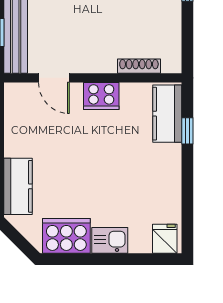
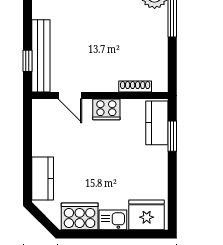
window: (187, 131) -> (172, 136), width x1.50
fridge: (165, 239) -> (147, 215), width x1.88, depth x1.34

